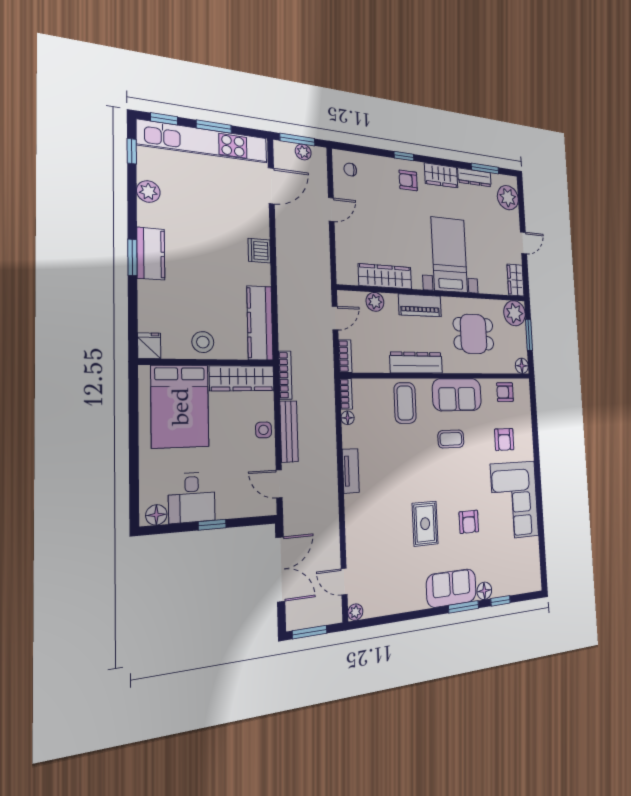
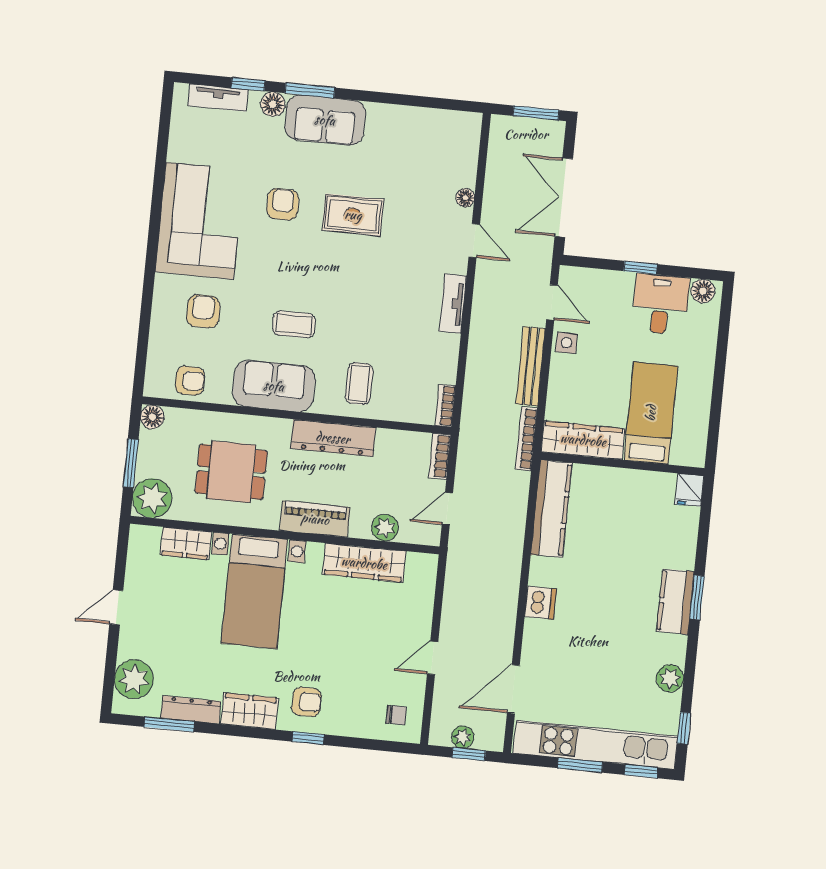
window: (297, 140) -> (469, 754), width x0.67
wardrobe: (516, 280) -> (186, 543), moved, turned 90
stool: (203, 342) -> (626, 490), removed
coffee table: (405, 403) -> (359, 384), width x0.73, depth x0.77
bed: (180, 406) -> (651, 413), width x0.67
floor lamp: (348, 418) -> (465, 198), moved
side table: (263, 430) -> (566, 343), moved
rug: (425, 524) -> (353, 215), turned 90
door: (344, 582) -> (474, 241), moved
tv unit: (516, 587) -> (218, 98), added
plant: (355, 612) -> (472, 122), removed

